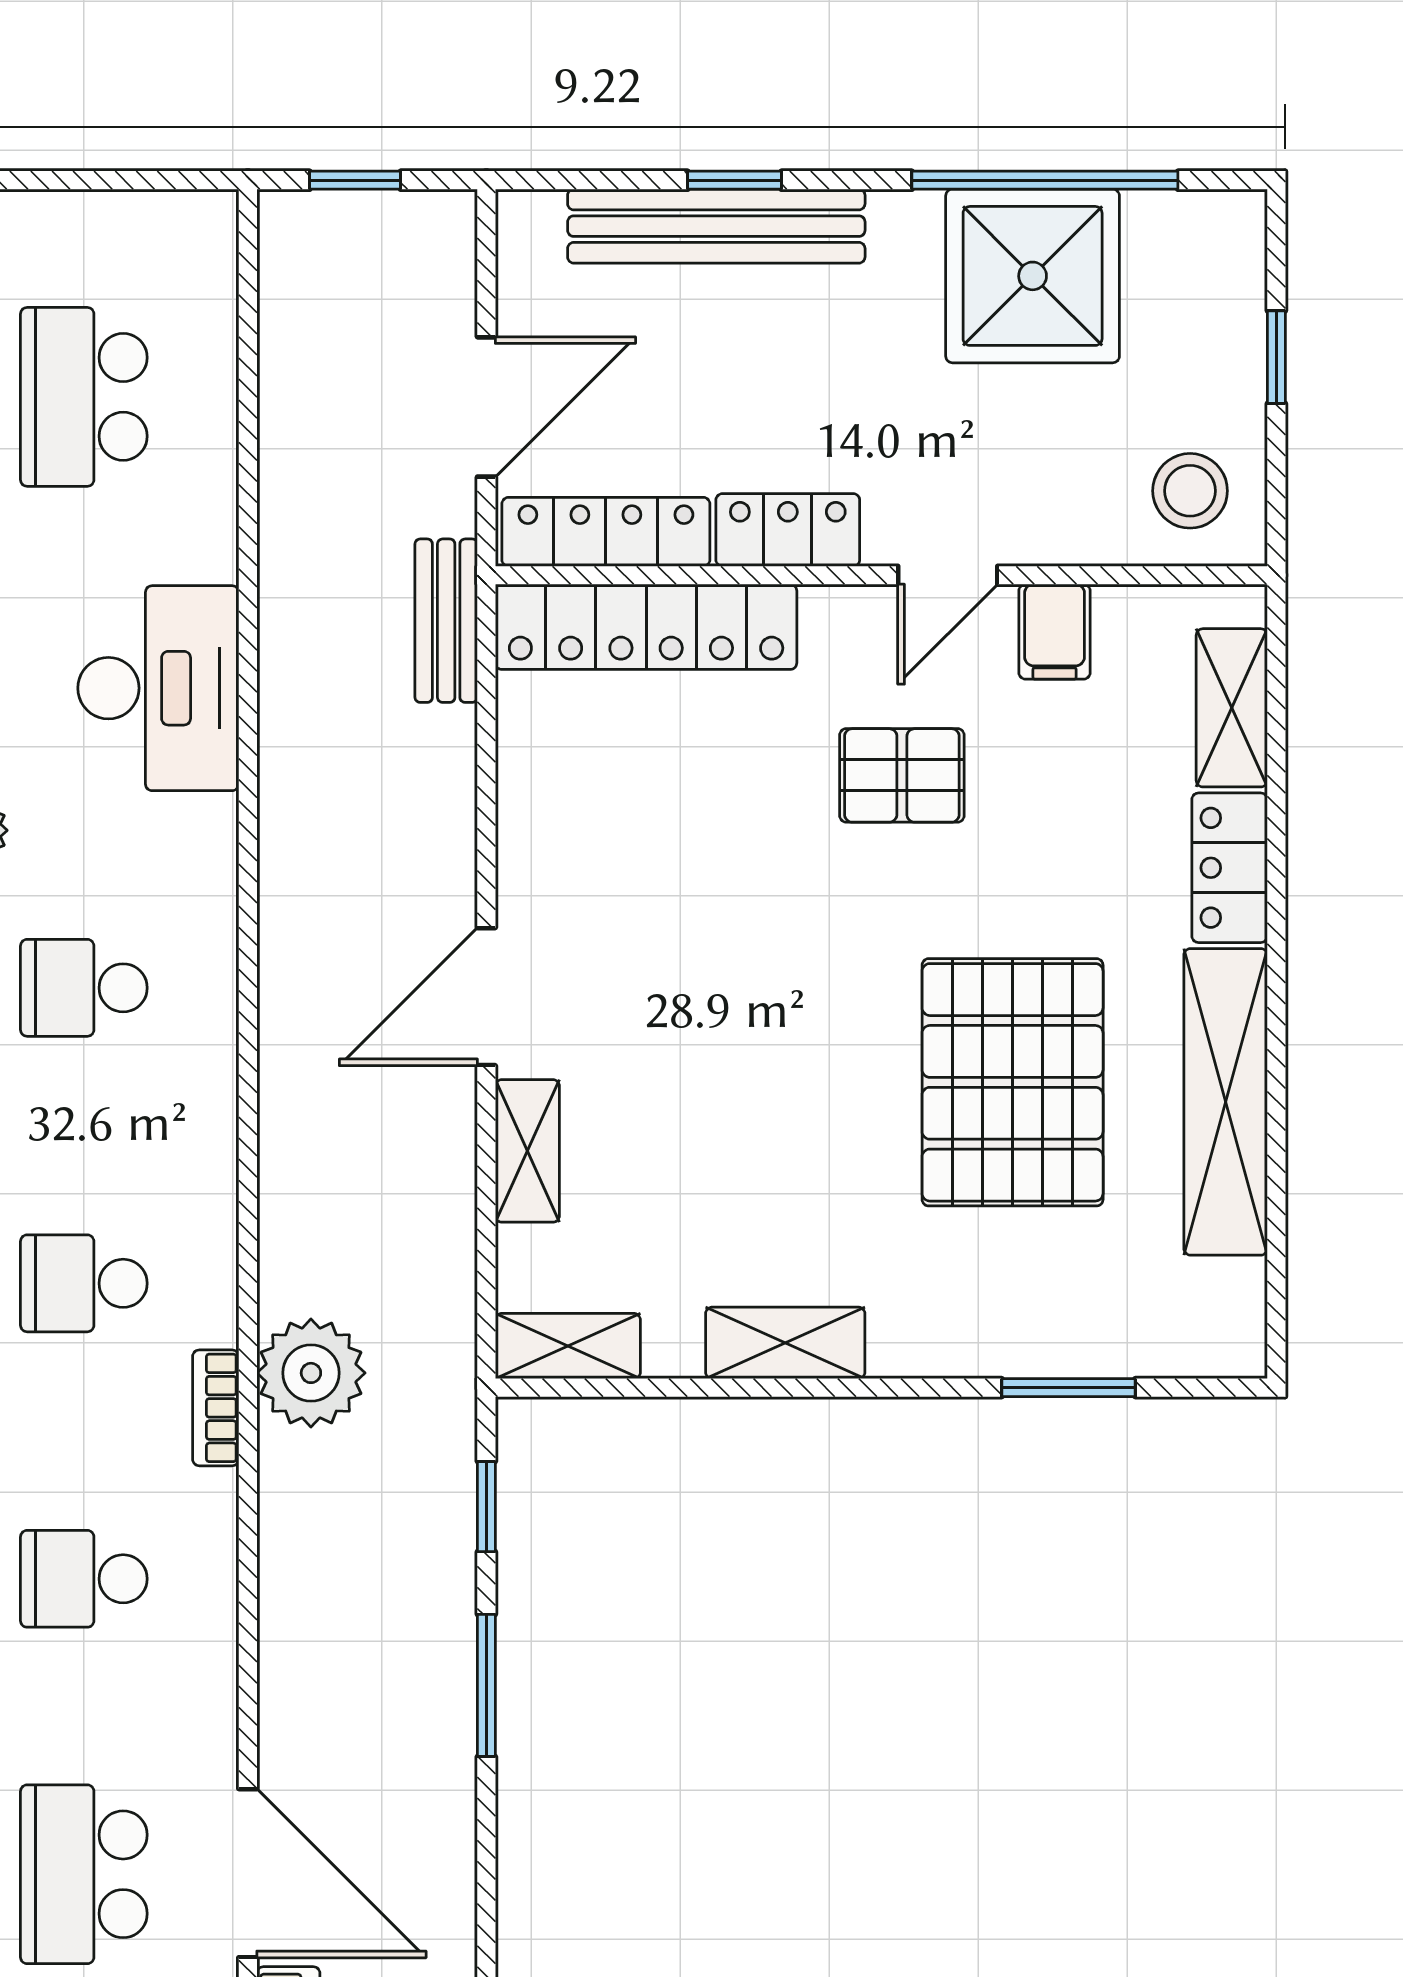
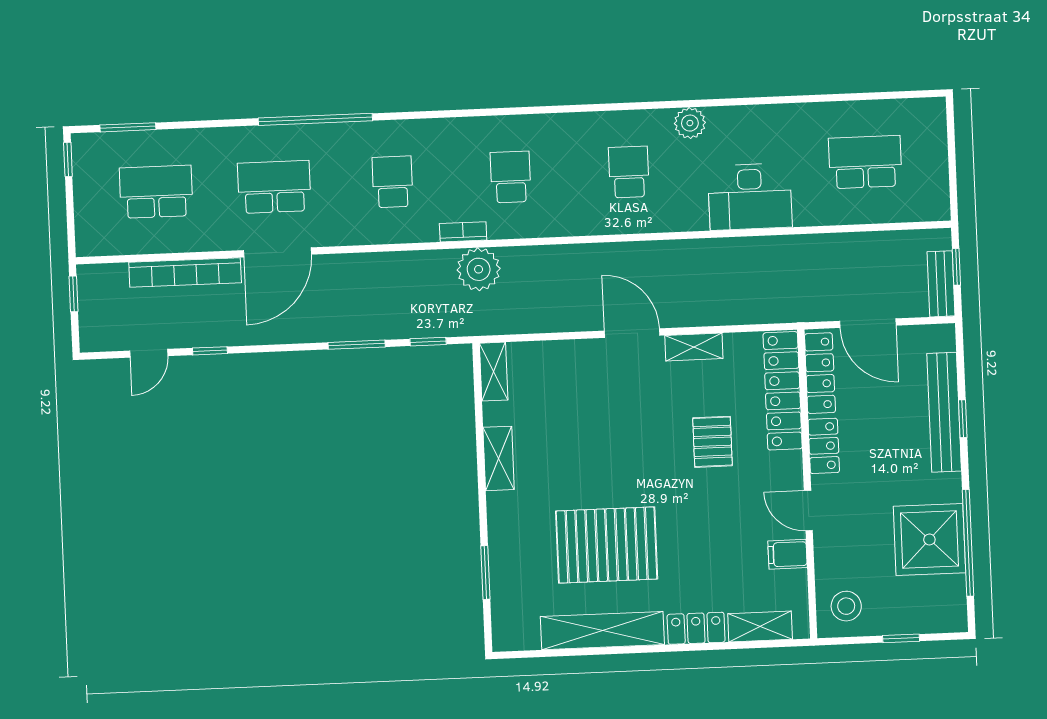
bench: (446, 621) -> (941, 284), moved, turned 90
pallet: (902, 775) -> (713, 442), moved
shelving: (527, 1151) -> (694, 347), moved

